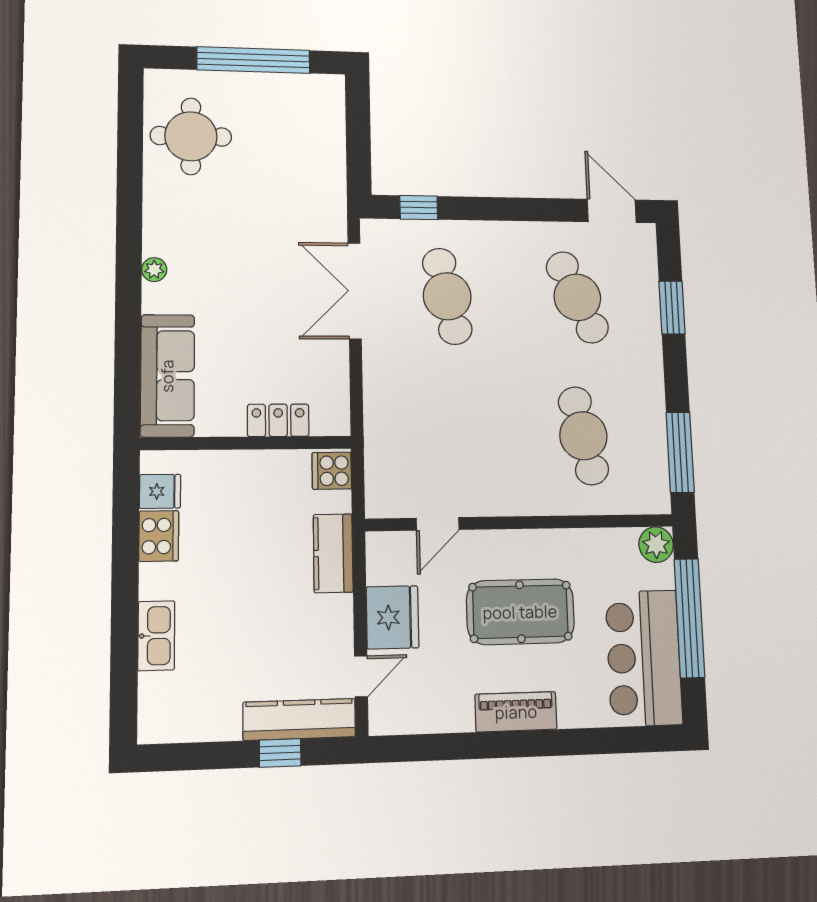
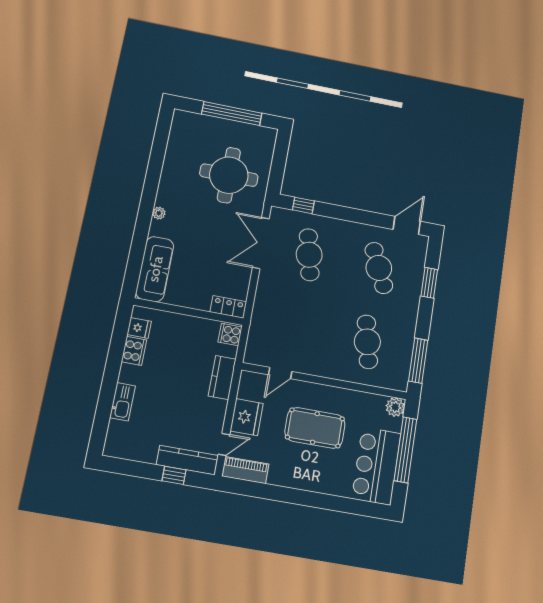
round table: (191, 136) -> (229, 175), moved, width x1.36, depth x1.36
door: (612, 211) -> (407, 225), hinge flipped
locker: (278, 420) -> (228, 307), moved
piano: (516, 712) -> (245, 470), moved

